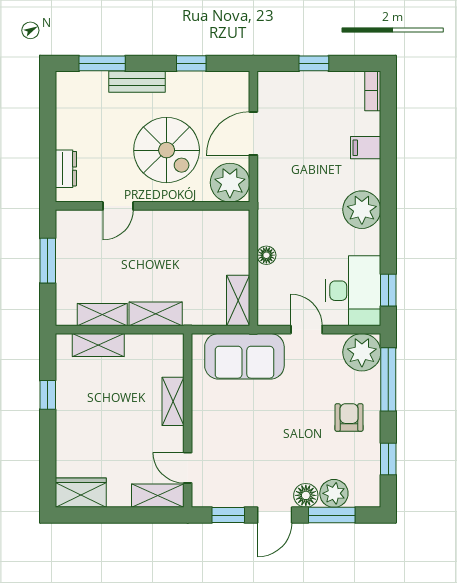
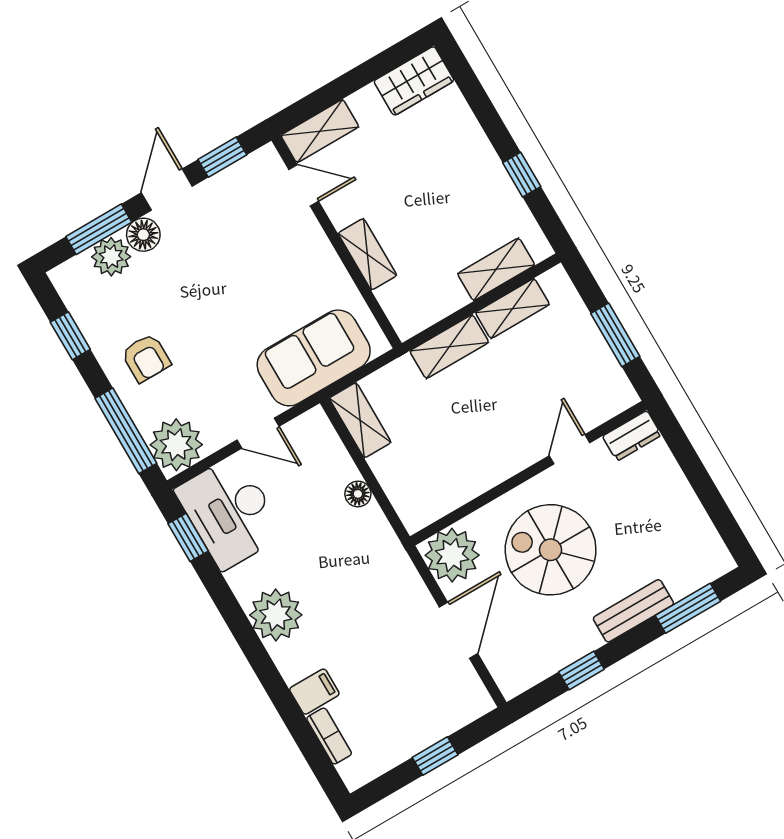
bookcase: (373, 91) -> (329, 736), moved
dresser: (66, 169) -> (632, 436), moved, turned -90

